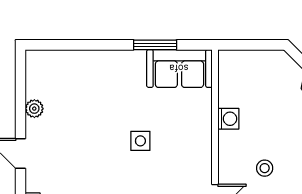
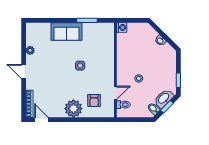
sofa: (179, 68) -> (67, 31), moved
washing machine: (228, 119) -> (122, 27), moved

